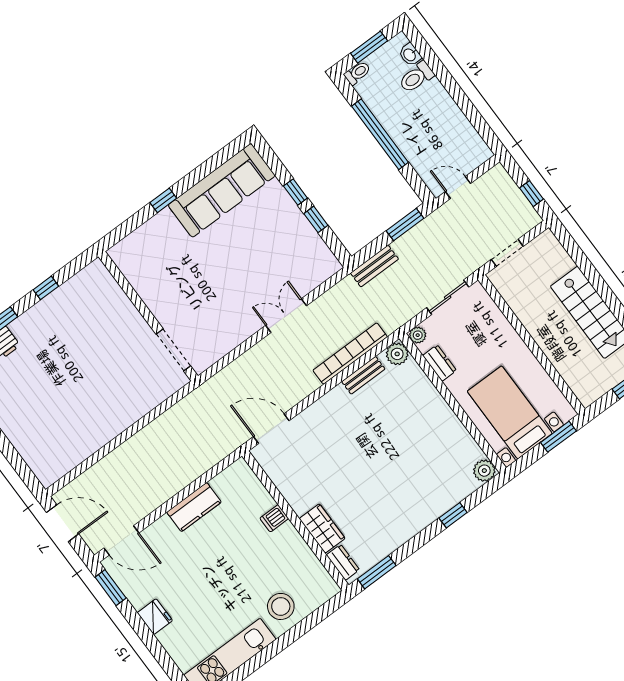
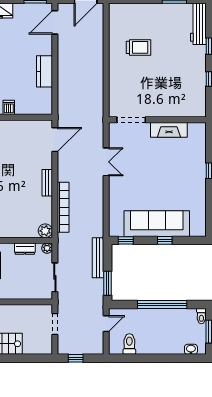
toilet: (416, 77) -> (129, 344), moved
sofa: (222, 190) -> (157, 224), moved, turned 90
window: (316, 219) -> (126, 240), moved
bench: (374, 266) -> (98, 258), width x1.36
fireplace: (150, 292) -> (169, 130), added
double door: (286, 316) -> (106, 162), moved
bench: (363, 375) -> (47, 183), moved
trolley: (74, 410) -> (138, 47), added

